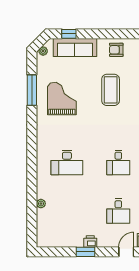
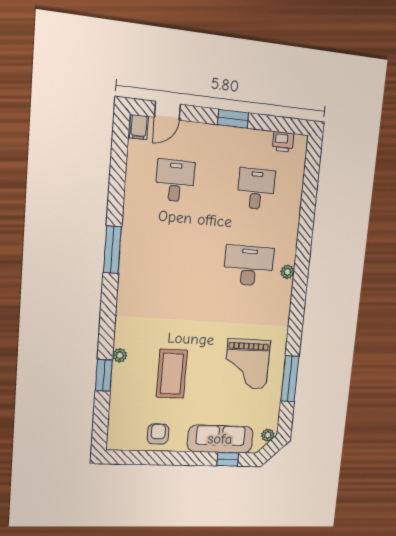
armchair: (116, 50) -> (158, 434), turned -90
desk: (118, 162) -> (256, 189), moved
plant: (41, 204) -> (287, 272), moved
printer: (90, 242) -> (283, 142), moved

